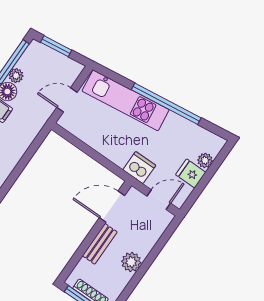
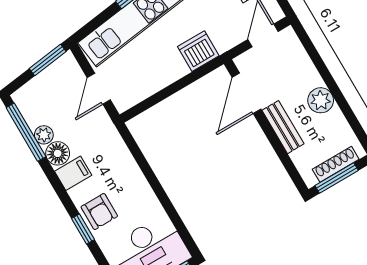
window: (56, 46) -> (48, 60), moved
dishwasher: (139, 168) -> (198, 51), moved

